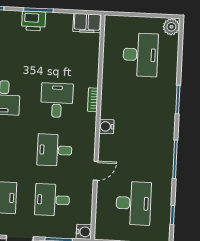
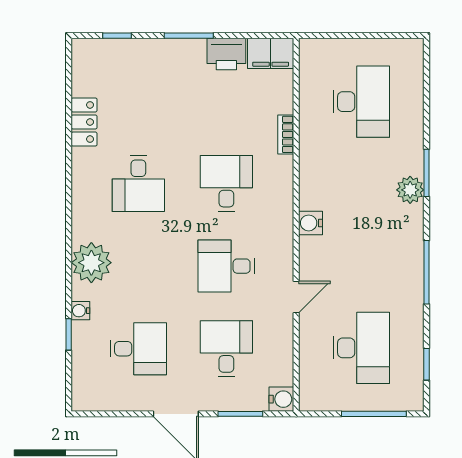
printer: (34, 21) -> (226, 54), moved
plant: (171, 27) -> (410, 190), moved
bookcase: (93, 100) -> (286, 134), moved
desk: (52, 200) -> (226, 349), turned 90

